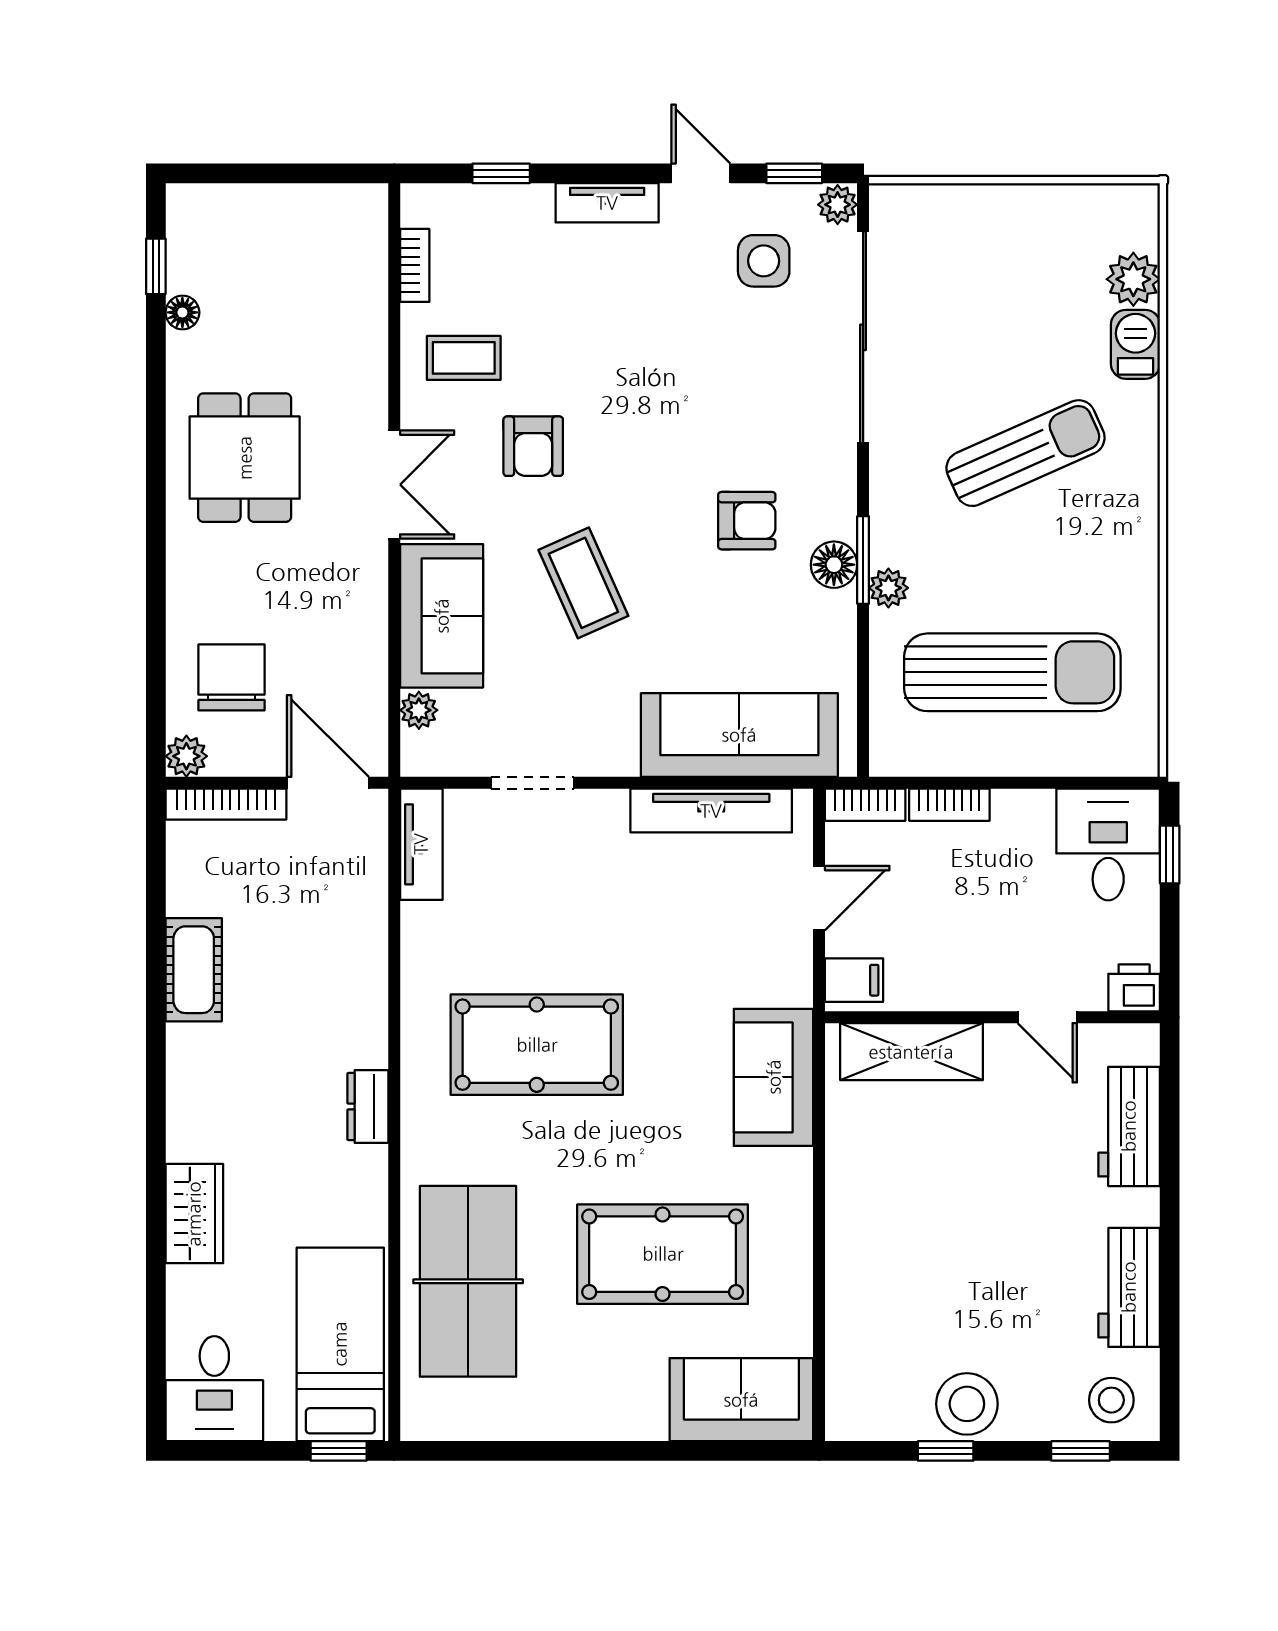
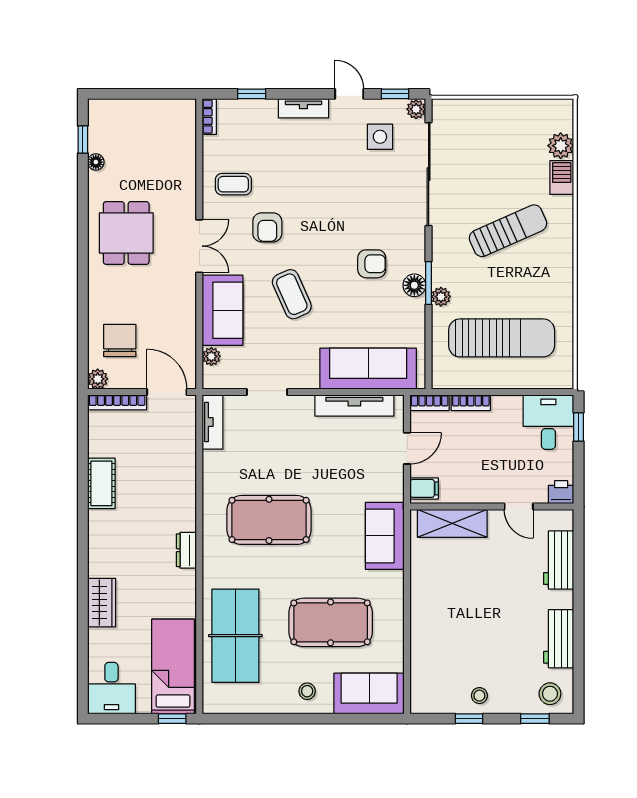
bookcase: (415, 265) -> (209, 117), moved
stool: (615, 1395) -> (307, 691), added
stool: (967, 1404) -> (479, 696), width x0.53, depth x0.53

